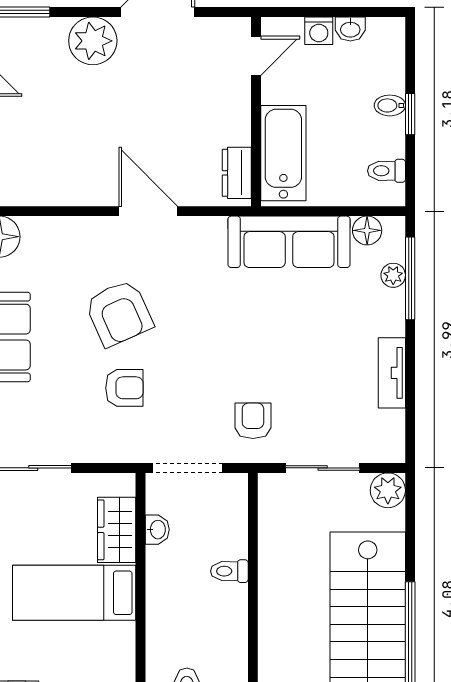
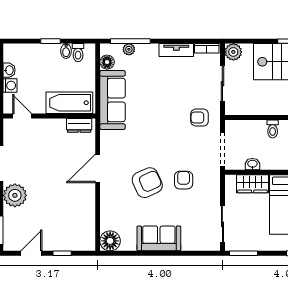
bidet: (390, 105) -> (66, 51), moved
bookcase: (395, 436) -> (207, 48), added

